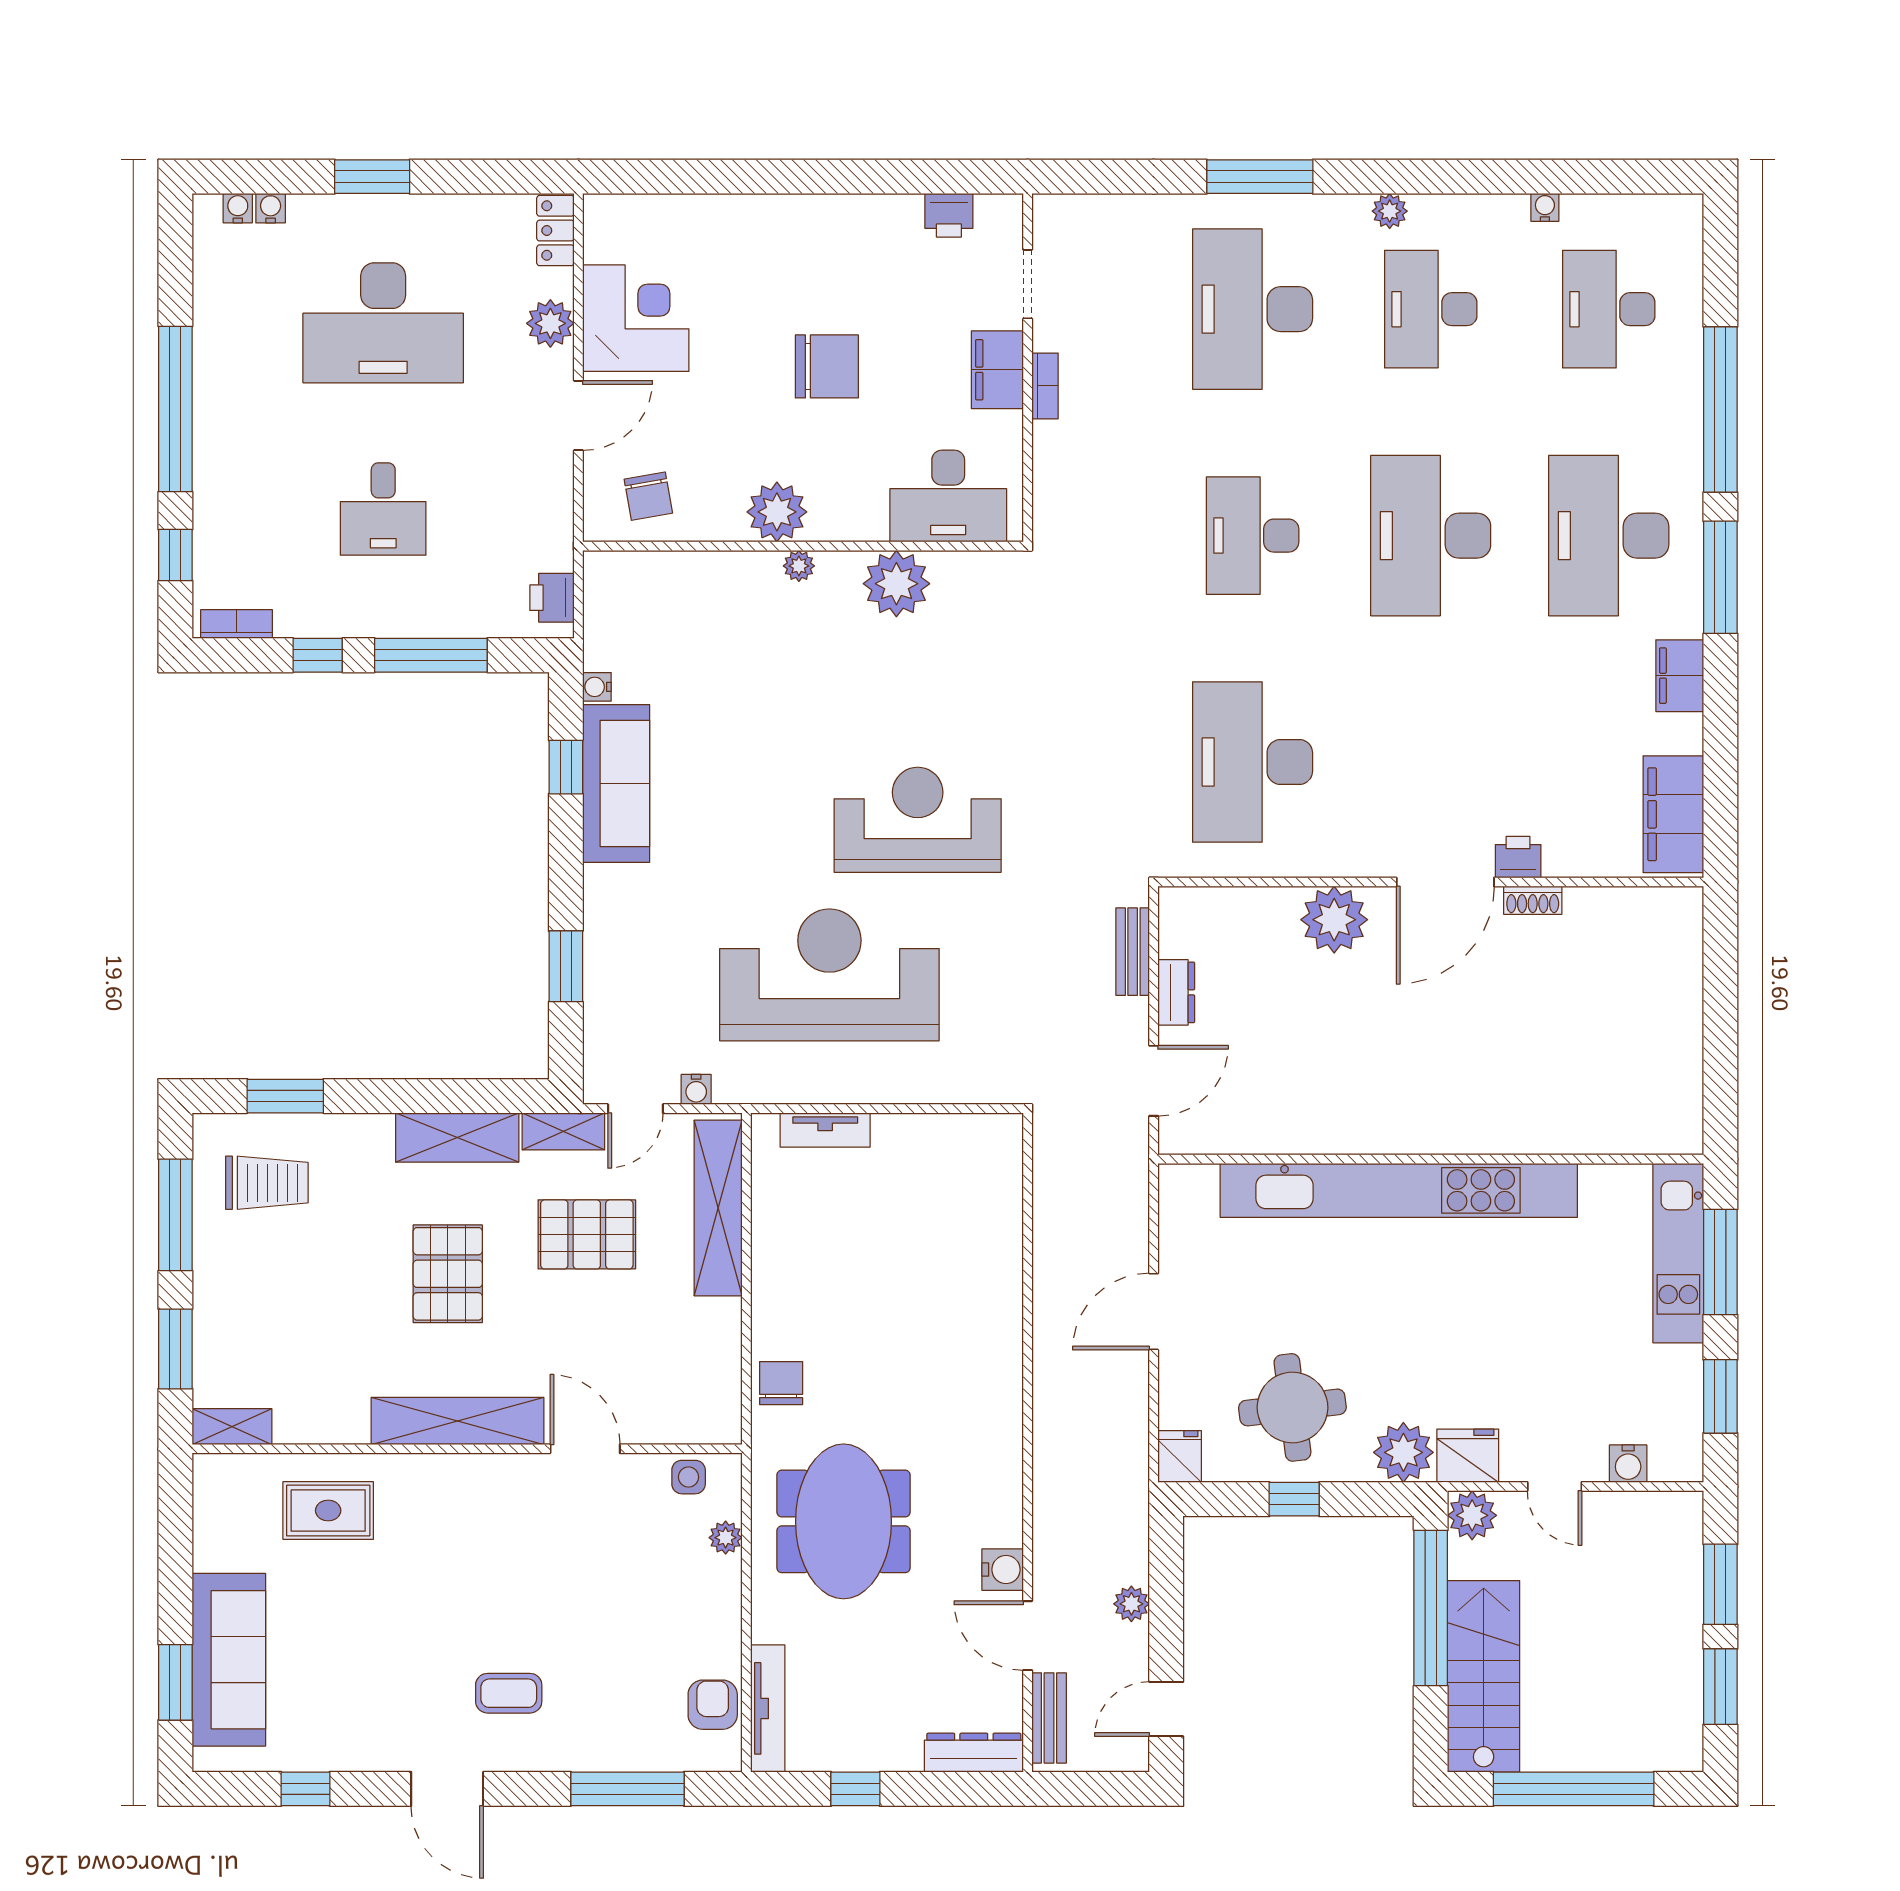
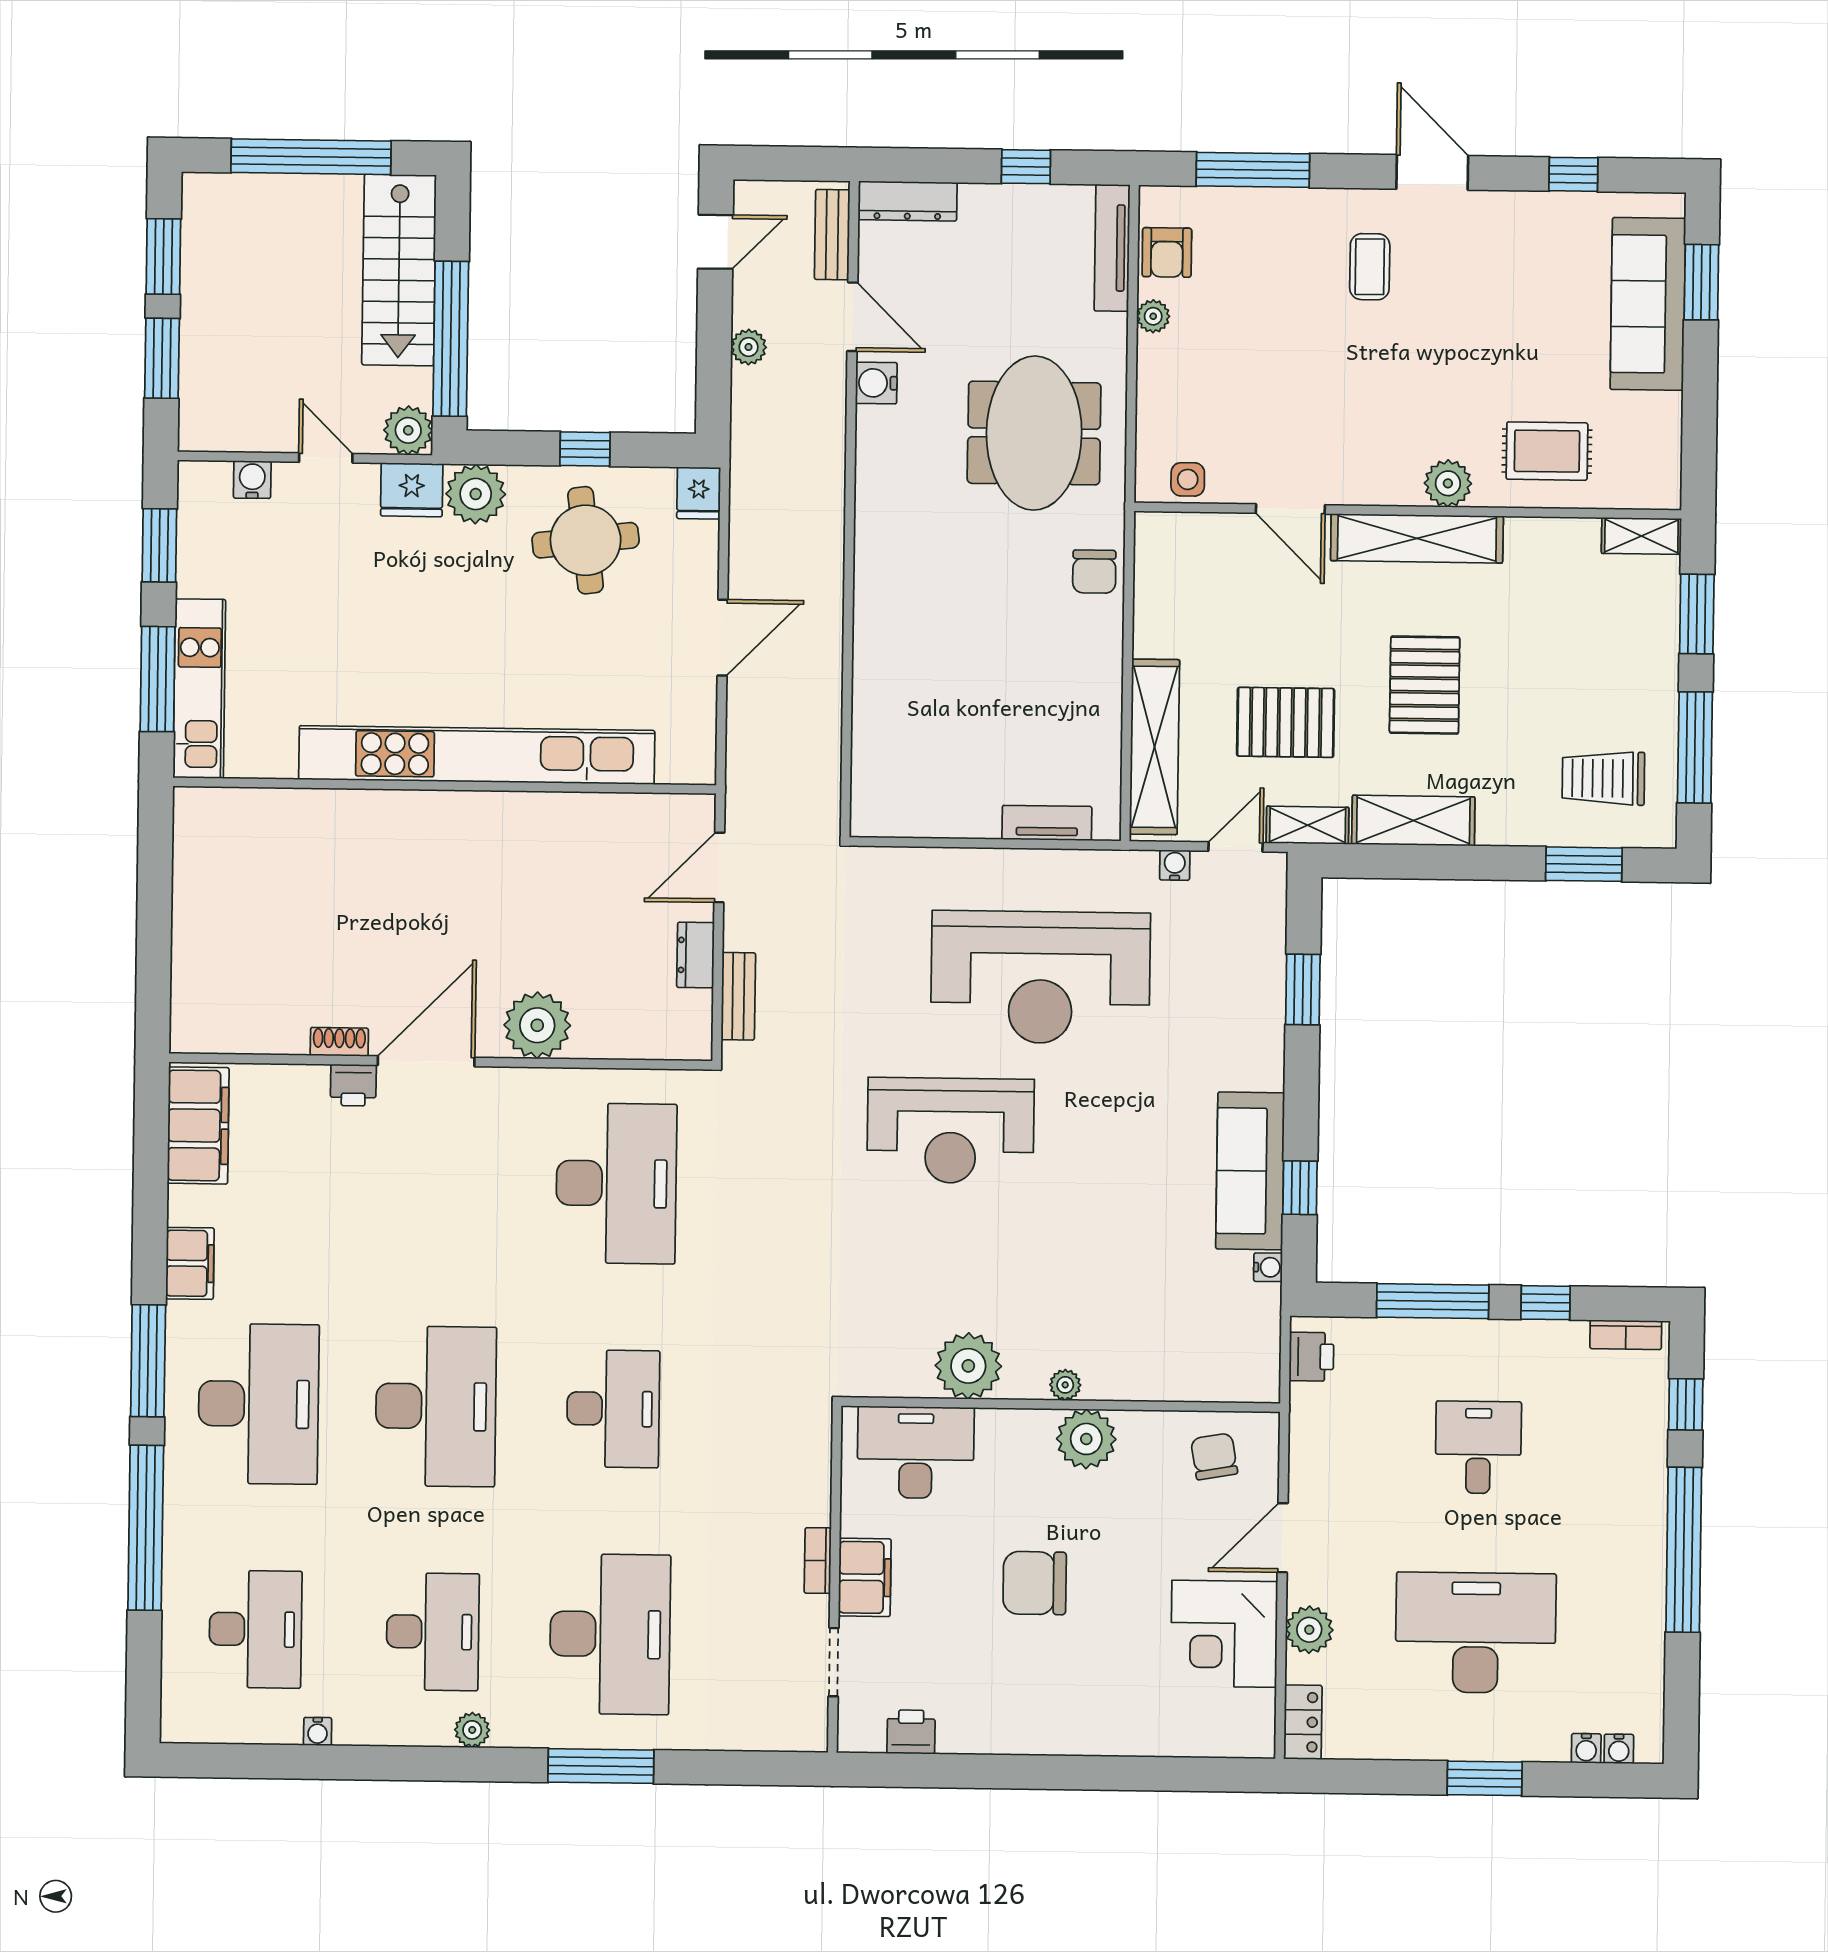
plant: (427, 1477) -> (1448, 483), added
plant: (726, 1538) -> (1153, 316), moved
coffee table: (509, 1693) -> (1370, 267), turned 90

